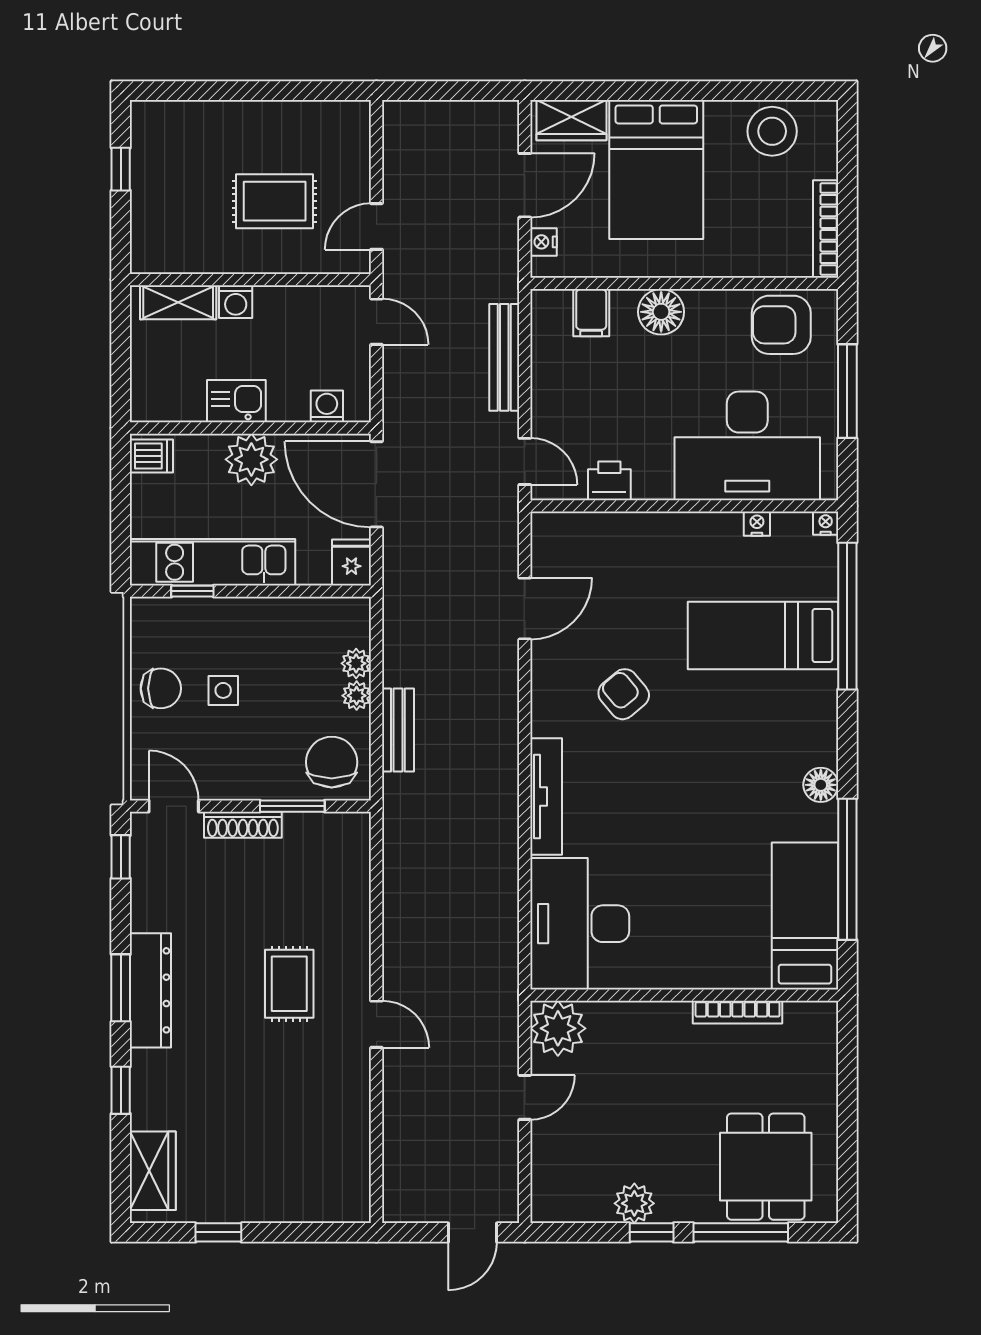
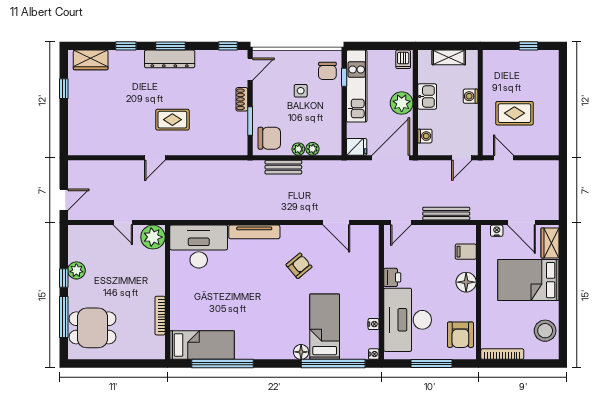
rug: (275, 201) -> (514, 113), turned 90
shelving: (178, 302) -> (449, 57), moved, turned 90
armchair: (781, 325) -> (460, 335), turned 180
printer: (609, 481) -> (392, 277), moved
chair: (161, 688) -> (327, 71), moved
floor lamp: (821, 785) -> (301, 352), moved
shoe rack: (243, 825) -> (242, 99), width x0.70
door: (473, 1232) -> (64, 200), swing flipped

